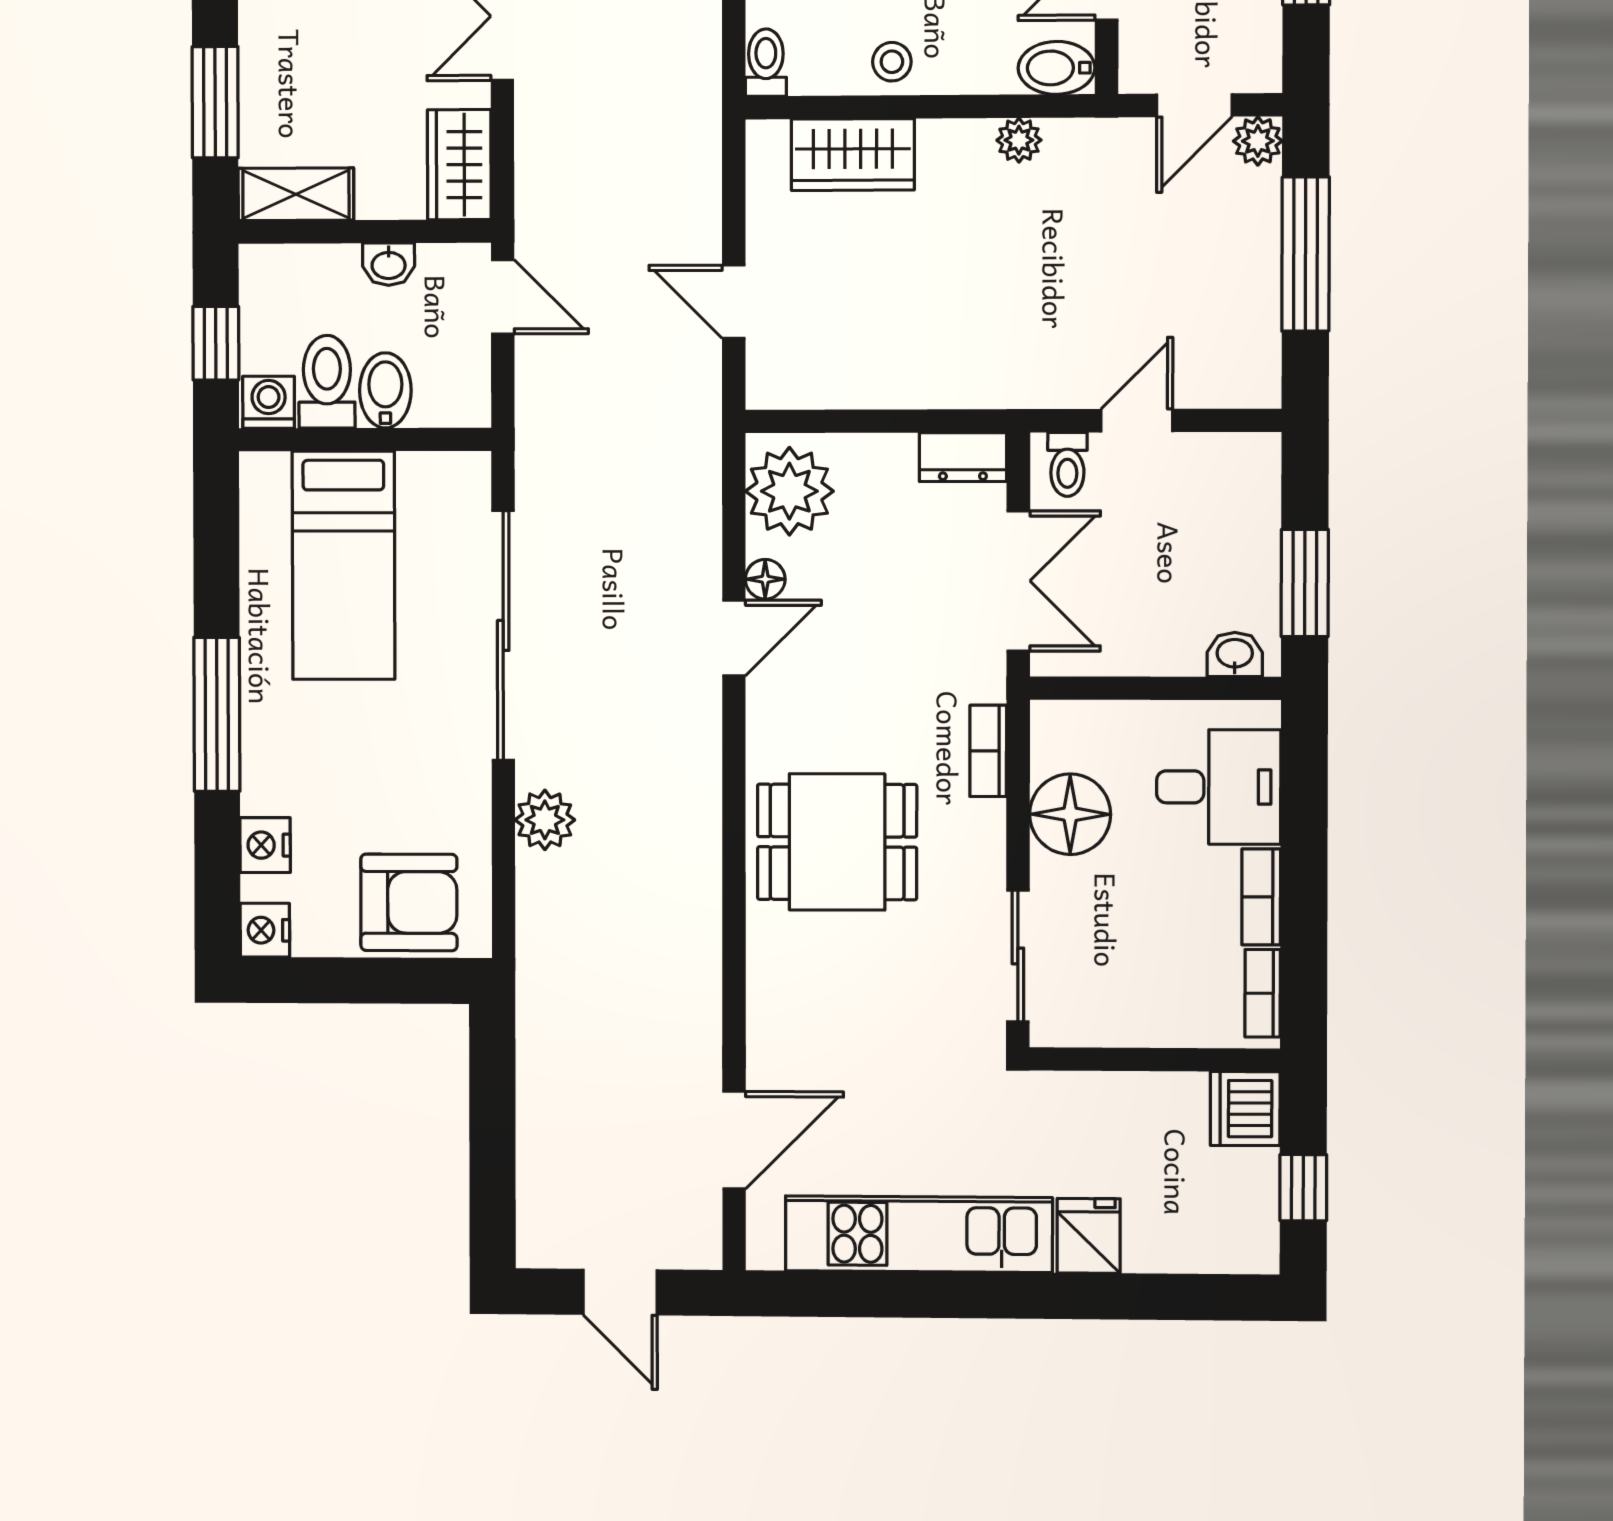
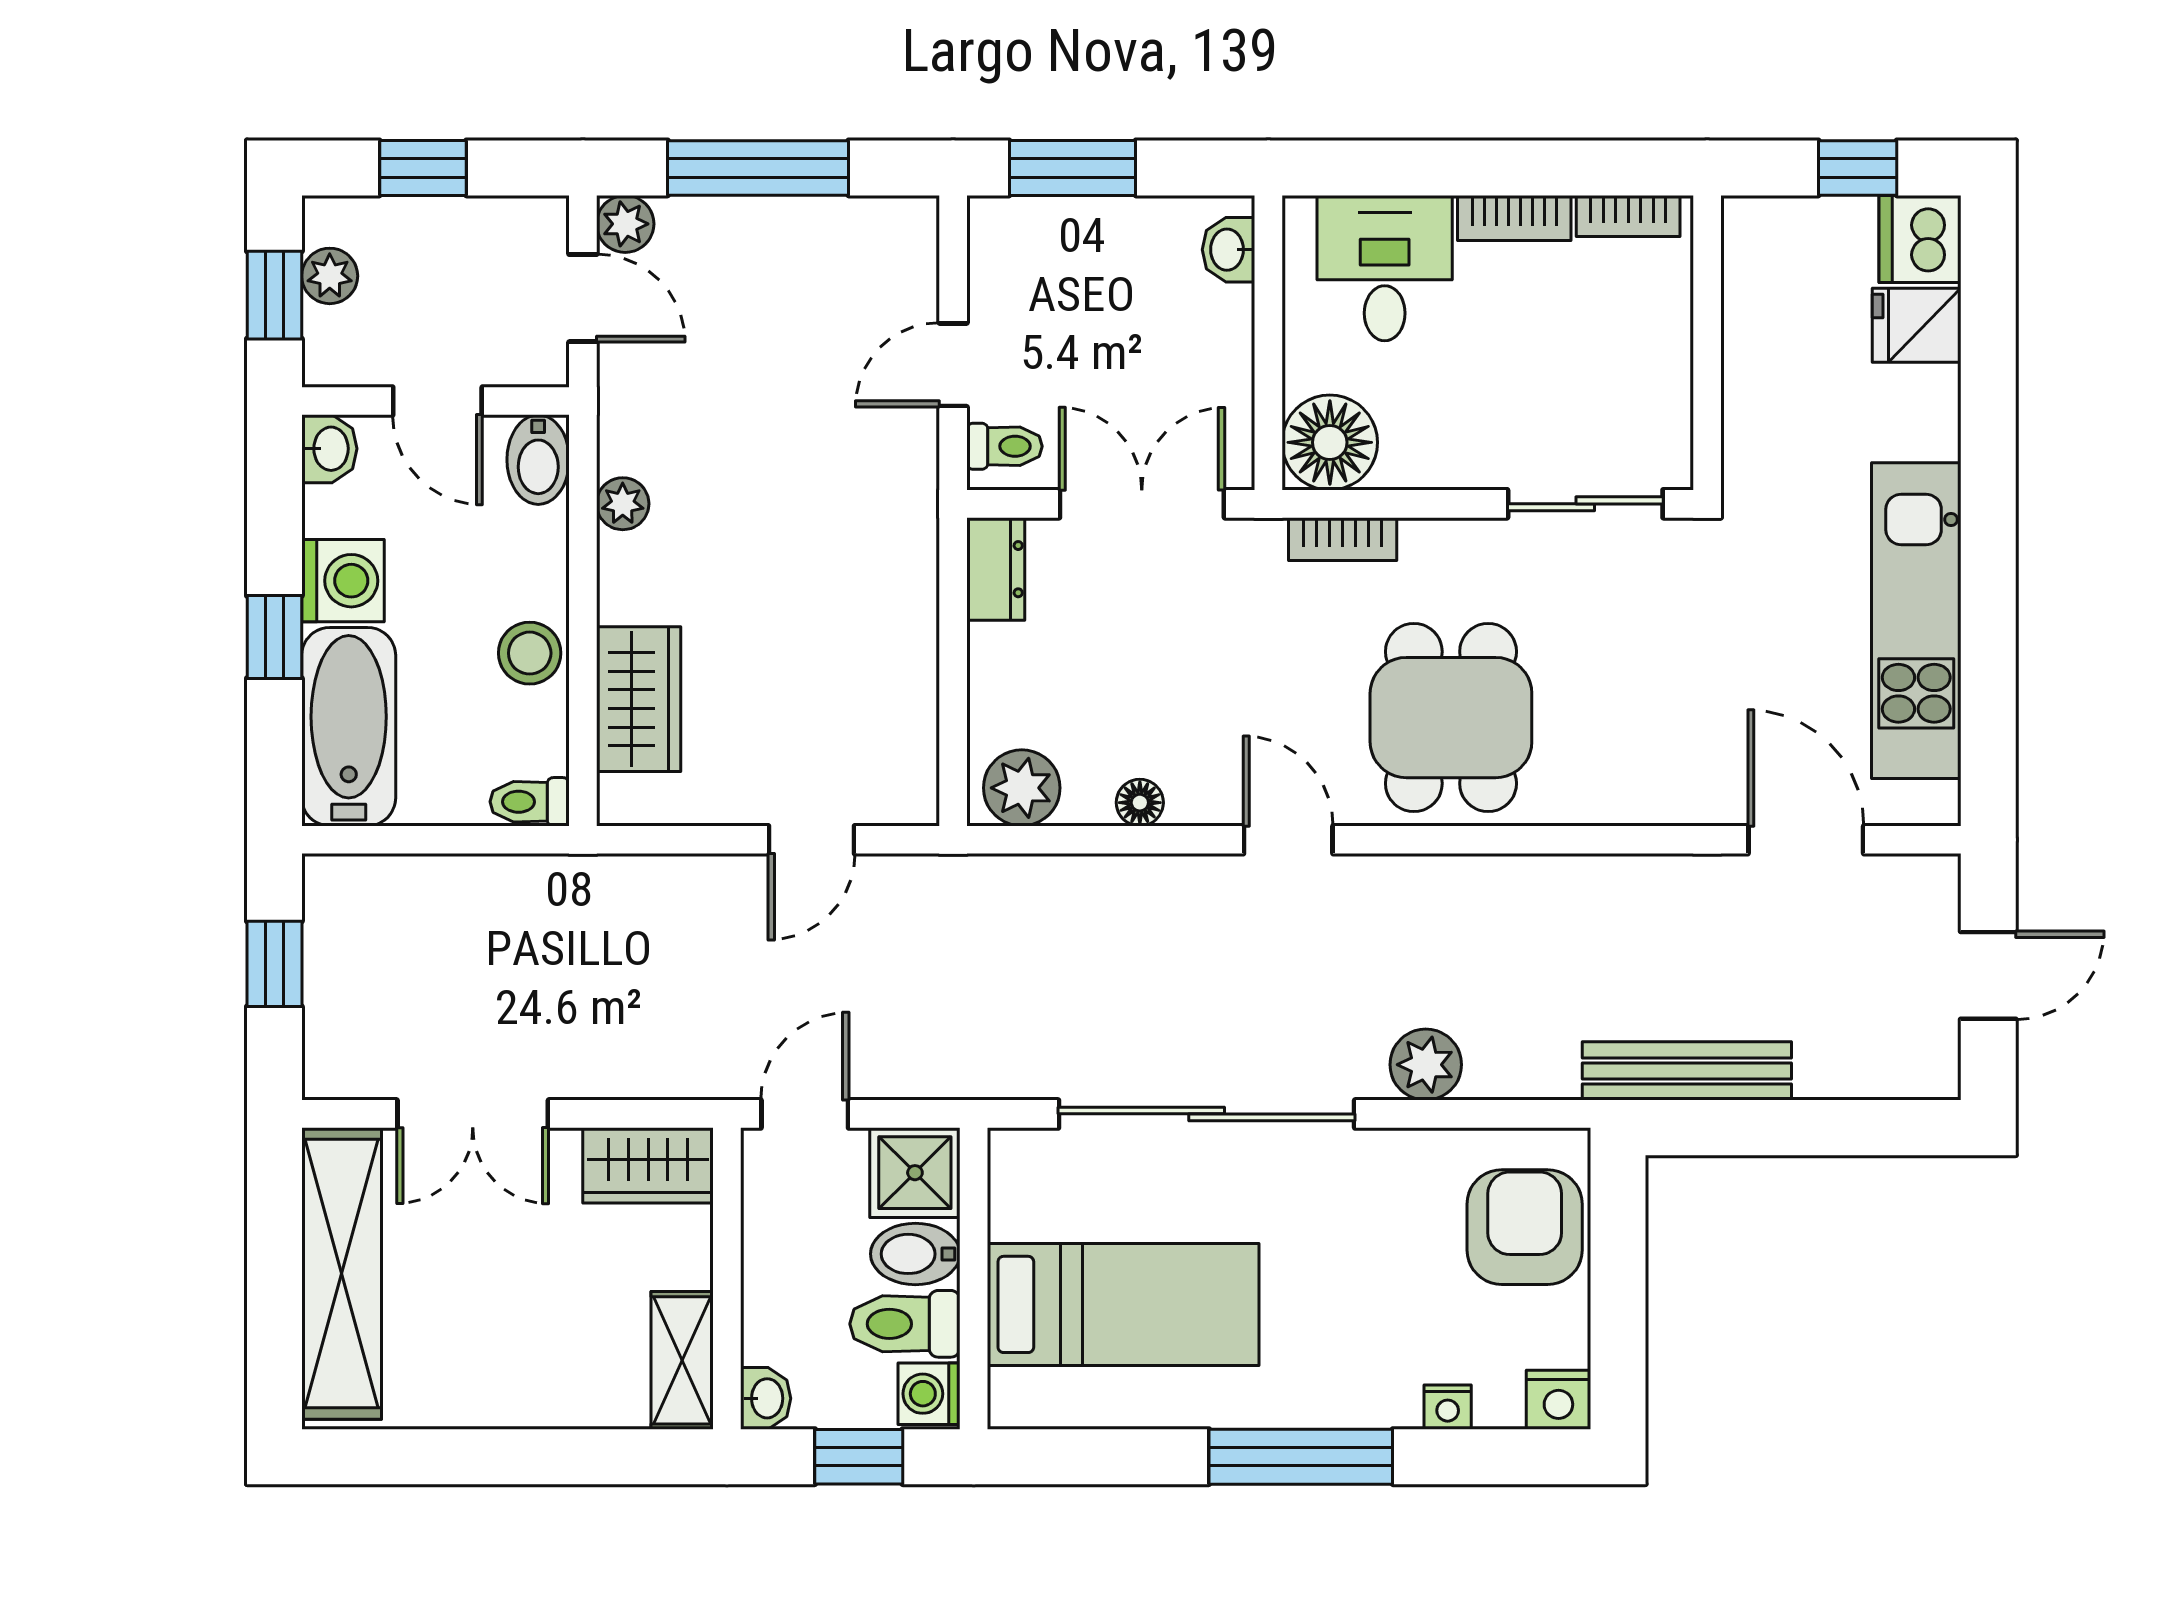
stool: (892, 62) -> (530, 653), width x1.37, depth x1.37
window: (215, 102) -> (572, 1457), removed
washbasin: (389, 264) -> (766, 1398), moved
shower: (454, 390) -> (915, 1173), added
door: (1137, 421) -> (953, 365), hinge flipped
plant: (789, 491) -> (1022, 788), width x0.73, depth x0.73
window: (1305, 583) -> (1073, 168), moved
door: (734, 638) -> (1288, 840), moved
floor lamp: (1070, 814) -> (1330, 442), moved
nightstand: (265, 845) -> (1448, 1407), width x0.72, depth x0.74
bench: (540, 1039) -> (1687, 1071), added
dishwasher: (1245, 1109) -> (1920, 239), moved, turned 90
fridge: (1089, 1236) -> (1917, 325), moved

